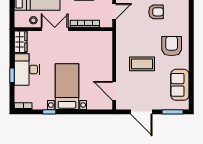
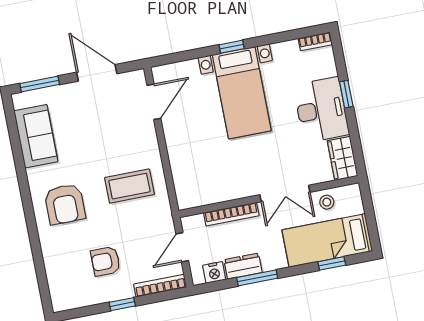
coffee table: (142, 64) -> (129, 186), moved
door: (114, 91) -> (154, 102), hinge flipped
window: (49, 112) -> (232, 47), moved

